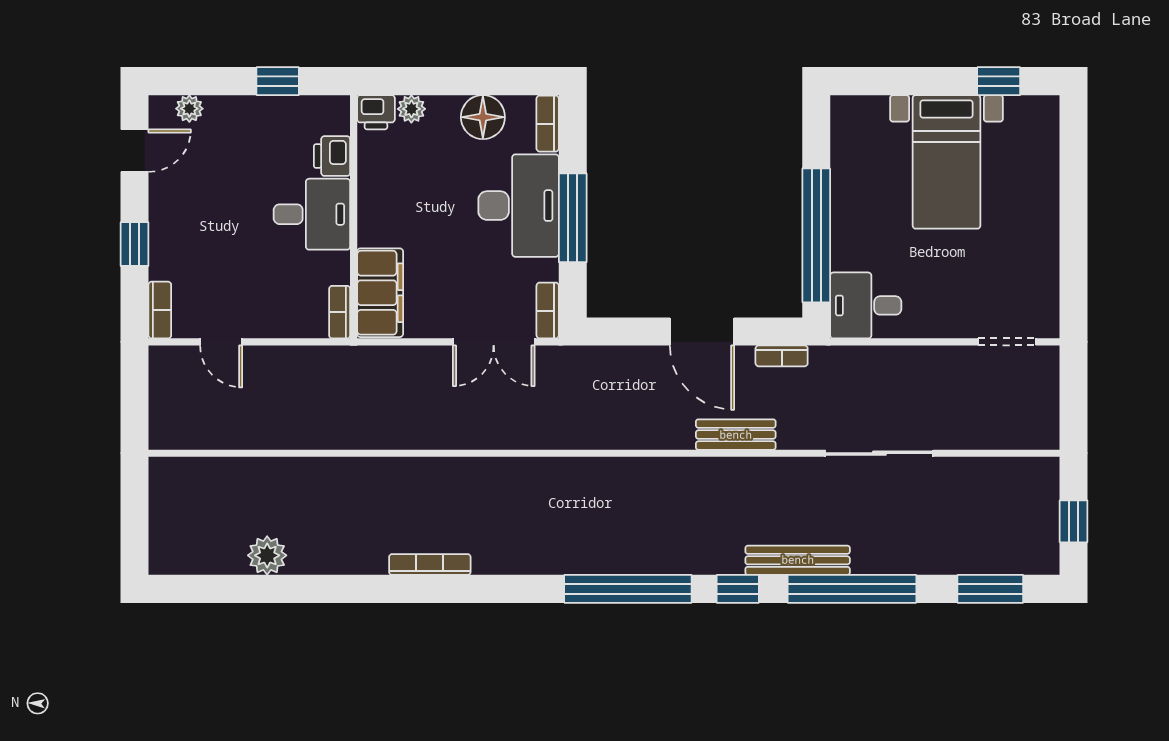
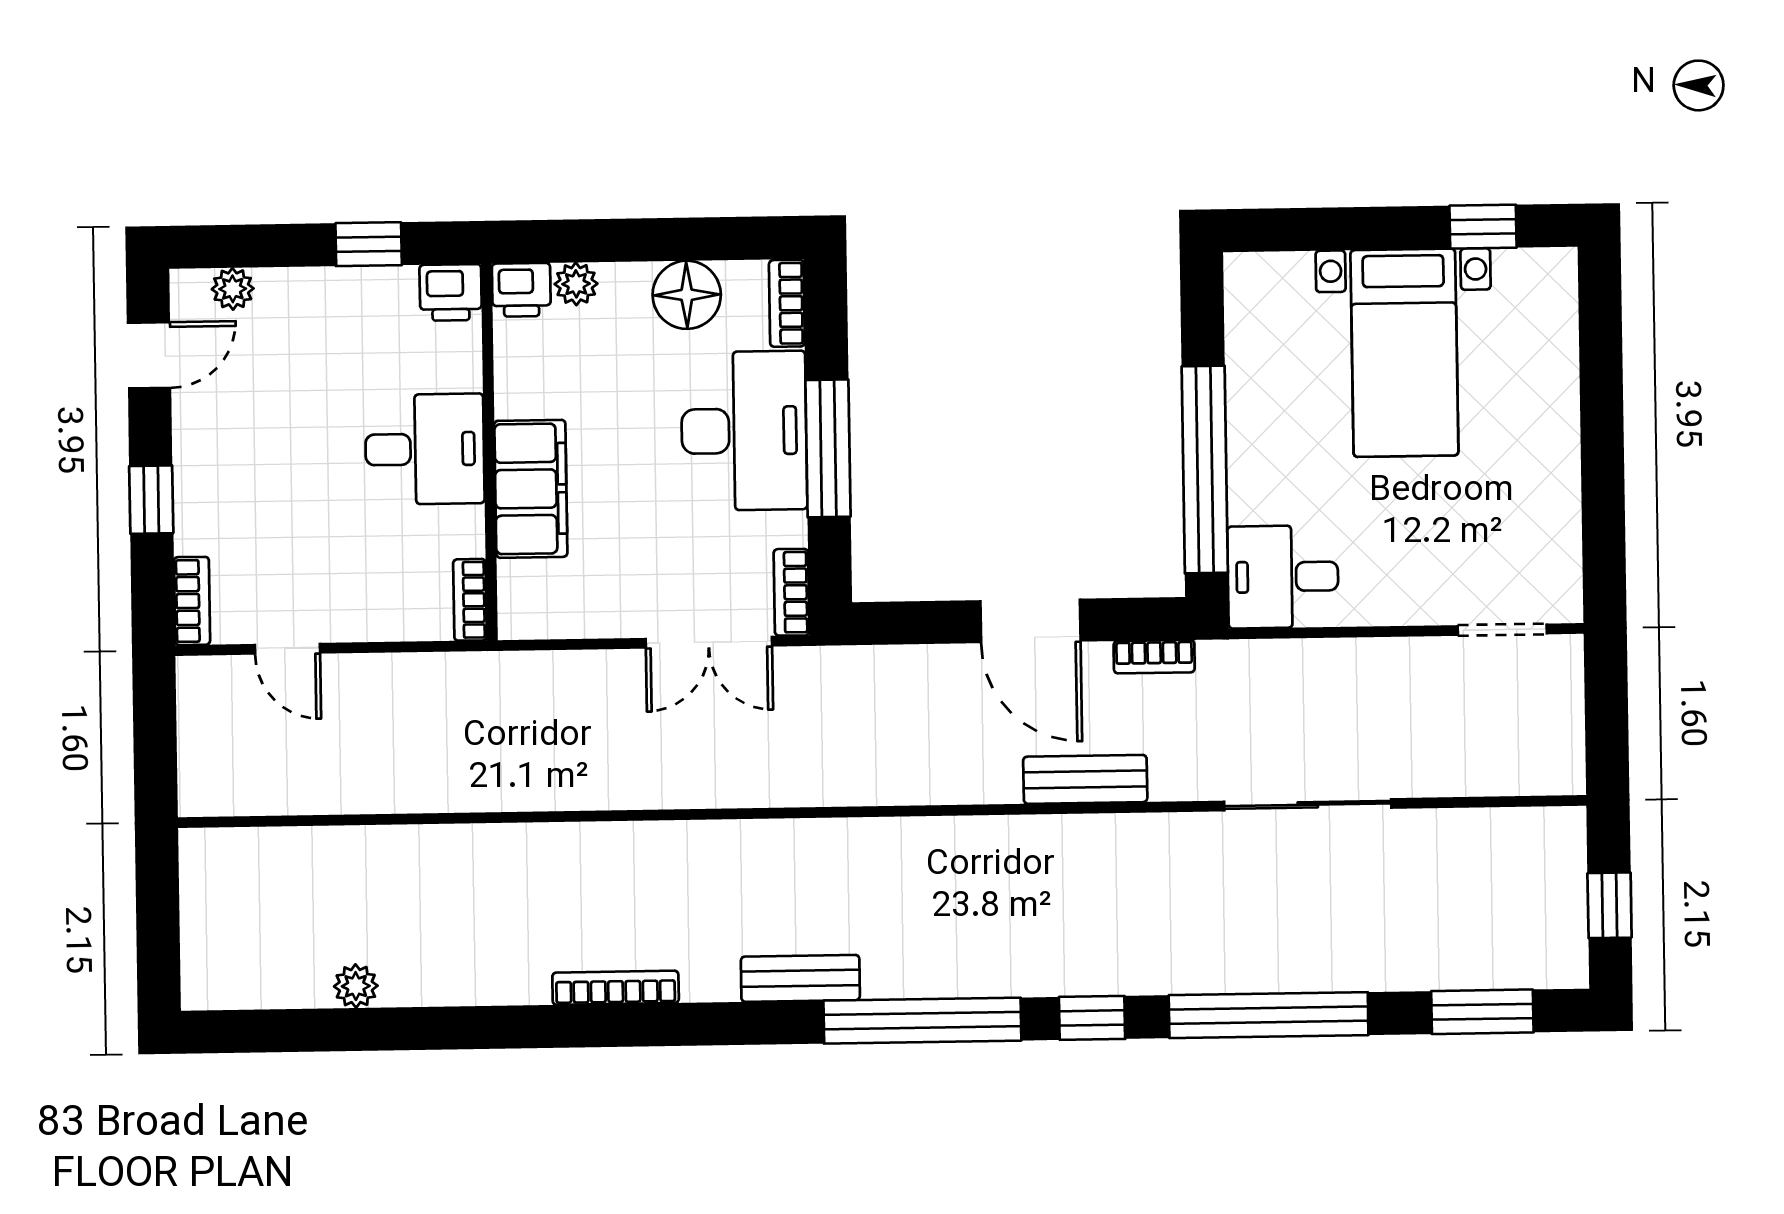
printer: (332, 156) -> (451, 292), moved, turned -90
filing cabinet: (380, 293) -> (531, 489), moved
plant: (267, 555) -> (356, 986), width x0.73, depth x0.73
bench: (798, 560) -> (800, 978), moved, width x0.73

